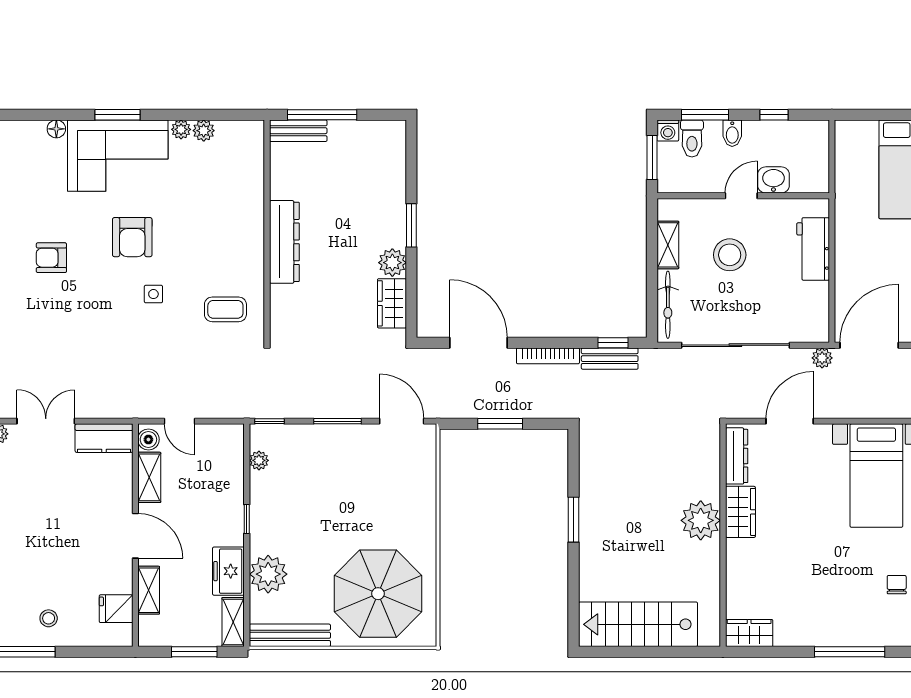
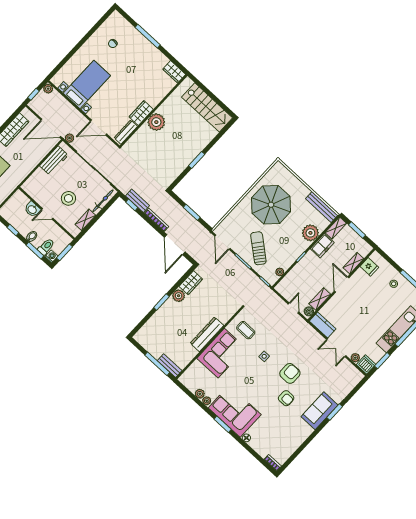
corner sofa: (231, 232) -> (221, 353), added
armchair: (132, 237) -> (290, 373), moved
workbench: (813, 249) -> (54, 161), moved
sun lounger: (332, 467) -> (258, 248), added
parasol: (378, 594) -> (271, 205), moved

